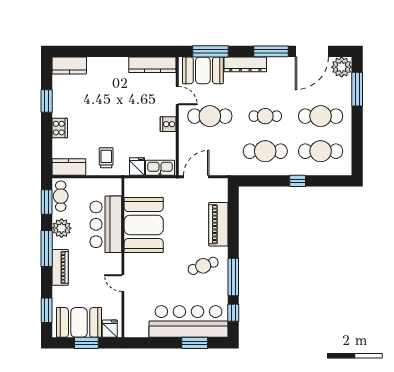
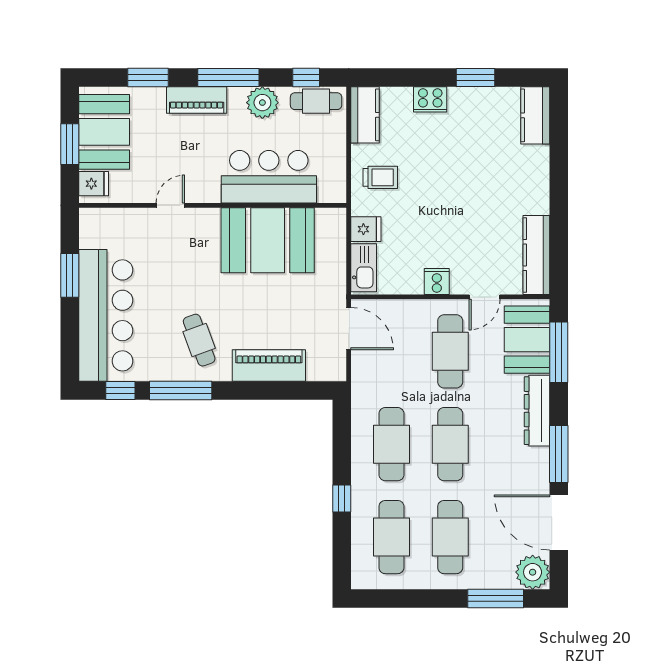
cafe table: (265, 116) -> (450, 444), width x1.37, depth x1.35
window: (47, 202) -> (306, 78), width x0.67
window: (47, 310) -> (148, 78), moved
window: (195, 343) -> (70, 275), moved

